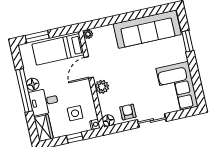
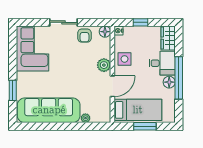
plant: (88, 34) -> (85, 118), moved
window: (37, 37) -> (145, 126), moved
side table: (75, 113) -> (125, 59), moved

